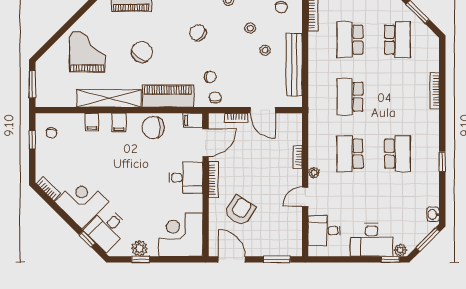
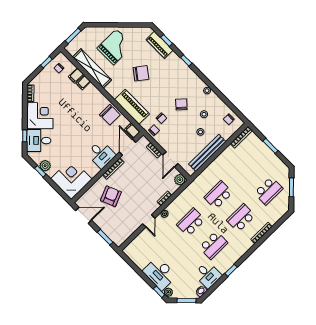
chair: (198, 33) -> (181, 104), moved
school desk: (350, 40) -> (241, 218), moved
shelving: (109, 98) -> (92, 68), moved
plant: (294, 121) -> (180, 180), added
filing cabinet: (119, 123) -> (76, 76), moved
chair: (153, 128) -> (110, 115), turned 180
door: (206, 143) -> (128, 147), swing flipped
door: (305, 197) -> (149, 221), swing flipped
armchair: (240, 211) -> (111, 196), turned -55
desk: (324, 231) -> (208, 275), moved, turned 180
door: (232, 259) -> (84, 215), hinge flipped

